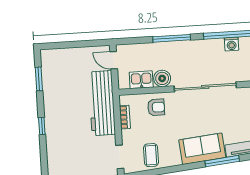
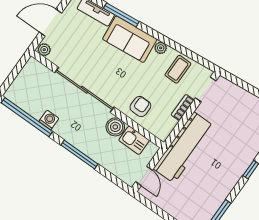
washing machine: (232, 44) -> (49, 120), moved
armchair: (156, 107) -> (140, 106), turned 90
bookcase: (125, 117) -> (183, 107), moved
plant: (175, 160) -> (161, 48), added

